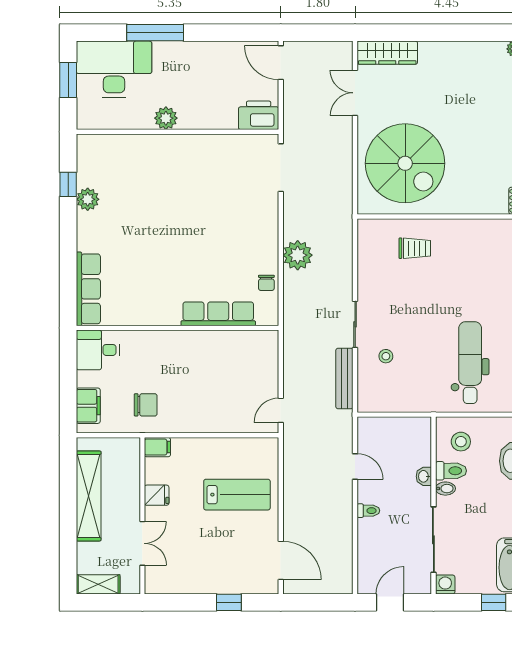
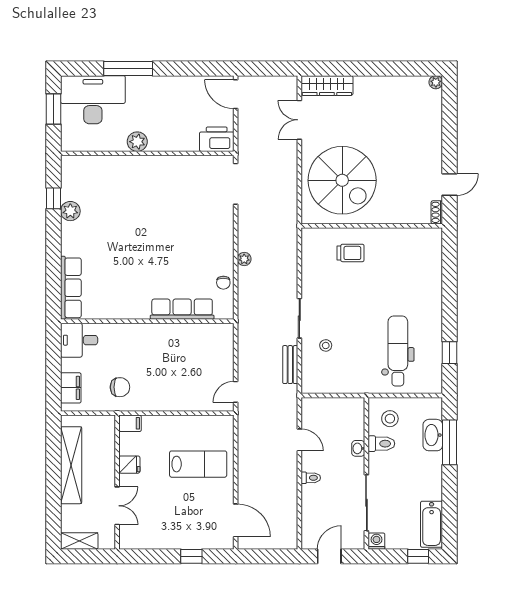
plant: (298, 255) -> (244, 259), width x0.53, depth x0.53
bench: (344, 378) -> (290, 365), width x0.73
bidet: (445, 489) -> (377, 459), removed

